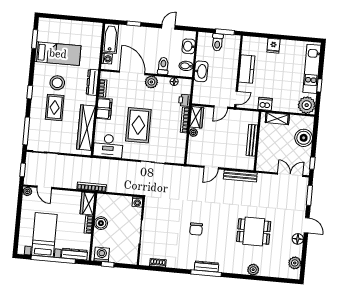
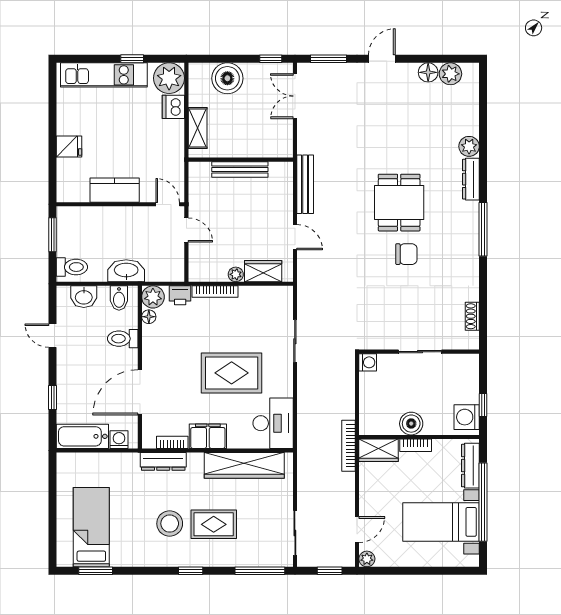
toilet: (217, 42) -> (72, 267), moved
bed: (58, 54) -> (91, 527), moved
plant: (151, 82) -> (153, 297), moved
dishwasher: (265, 104) -> (173, 107), moved
wardrobe: (197, 117) -> (263, 271), moved
dining table: (254, 231) -> (399, 203), moved
floor lamp: (298, 239) -> (428, 72), moved
dresser: (206, 266) -> (471, 179), moved

